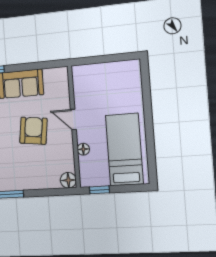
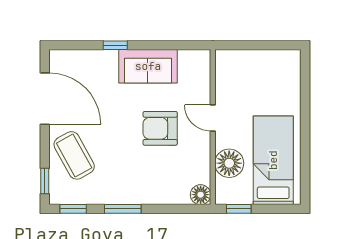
armchair: (33, 131) -> (160, 128), turned -97
floor lamp: (83, 149) -> (229, 163), width x1.89, depth x1.89

